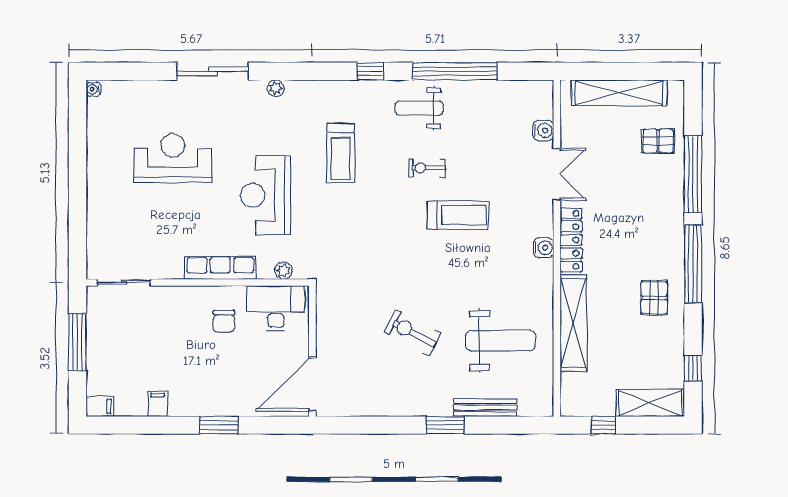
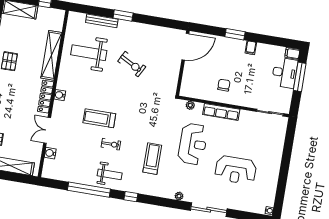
desk: (276, 308) -> (285, 73), moved, turned -90
window: (78, 342) -> (300, 77), moved
filing cabinet: (157, 404) -> (251, 48), moved

